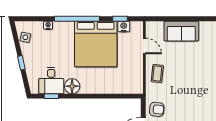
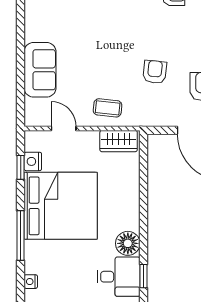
window: (77, 19) -> (21, 236), width x0.68
door: (144, 46) -> (64, 128), hinge flipped
wardrobe: (136, 80) -> (119, 141), added
armchair: (157, 109) -> (155, 72), moved

